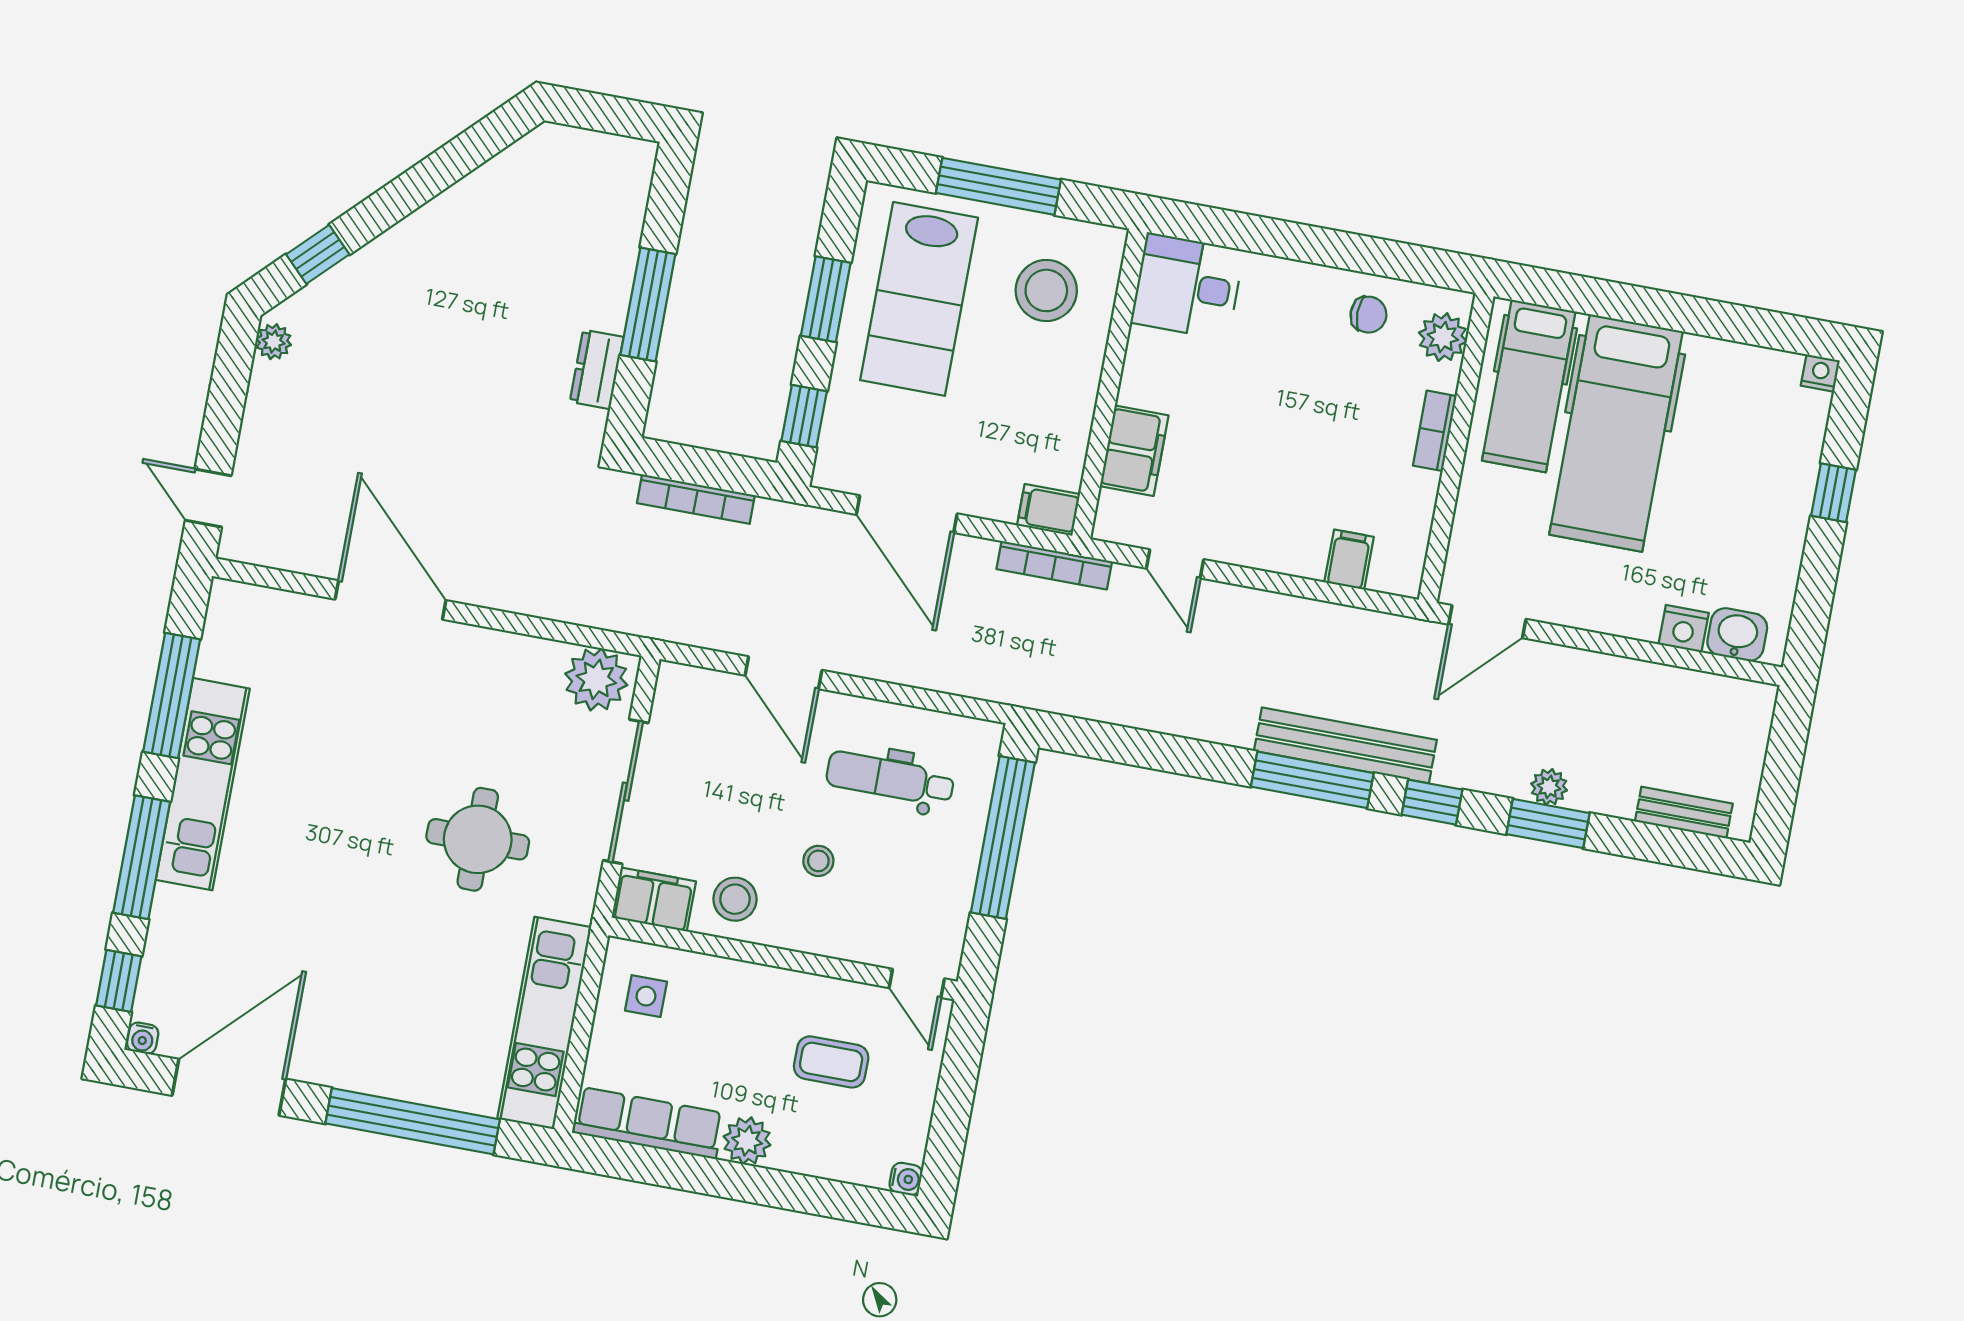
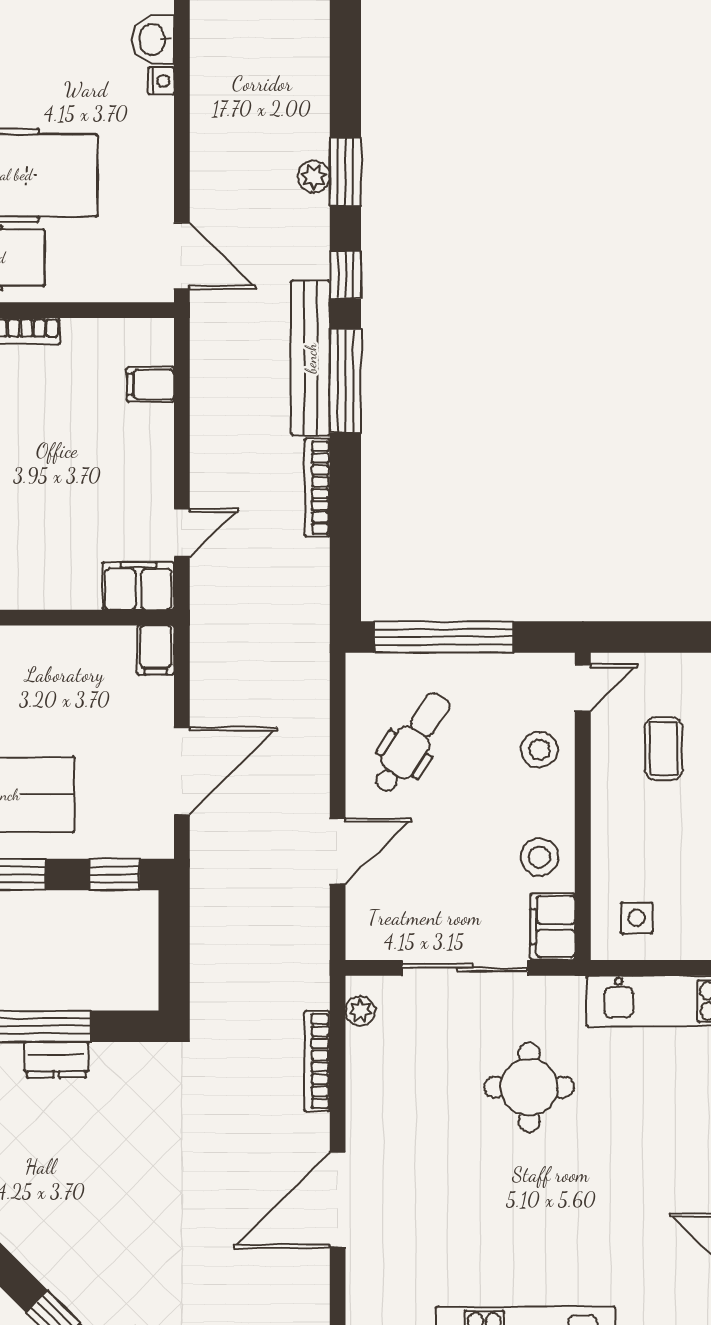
dresser: (597, 369) -> (56, 1060), moved
filing cabinet: (1134, 451) -> (138, 586), moved
bookcase: (696, 499) -> (317, 1061), moved, turned 180
bookcase: (1054, 565) -> (317, 488), moved, turned 180
nightstand: (1684, 629) -> (161, 81), width x0.72, depth x0.74
plant: (596, 679) -> (360, 1011), width x0.53, depth x0.53
dental chair: (890, 779) -> (411, 743), turned -147
bench: (1684, 813) -> (314, 57), removed
stool: (818, 861) -> (539, 750), moved, width x1.37, depth x1.37

